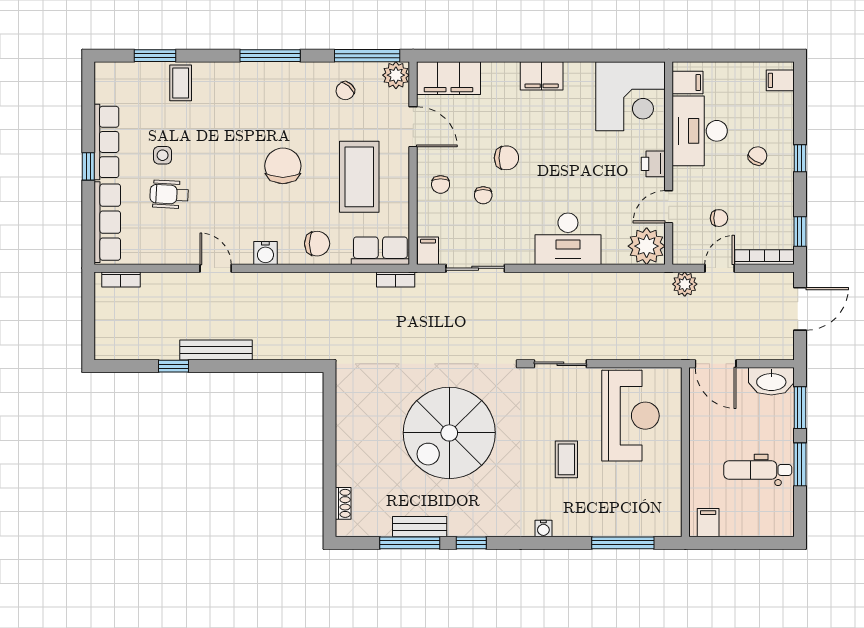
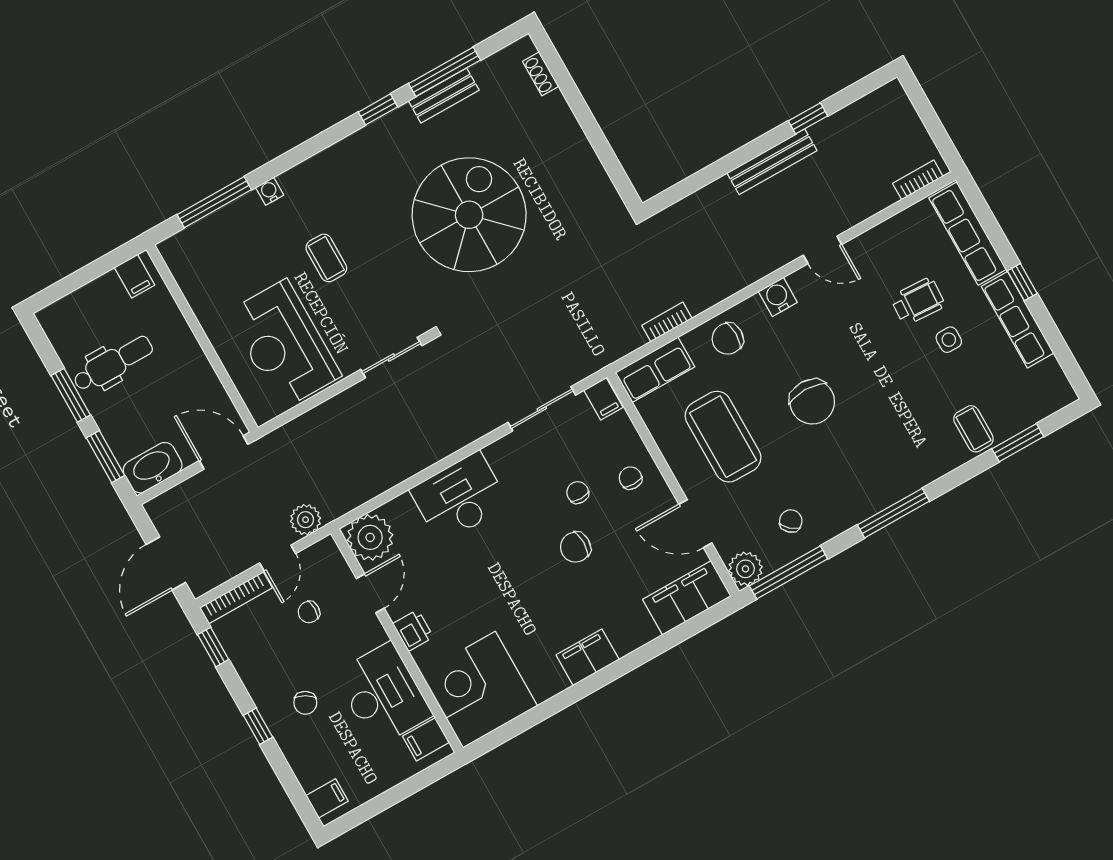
bookcase: (396, 279) -> (667, 322), moved
water cooler: (543, 529) -> (270, 191), moved

